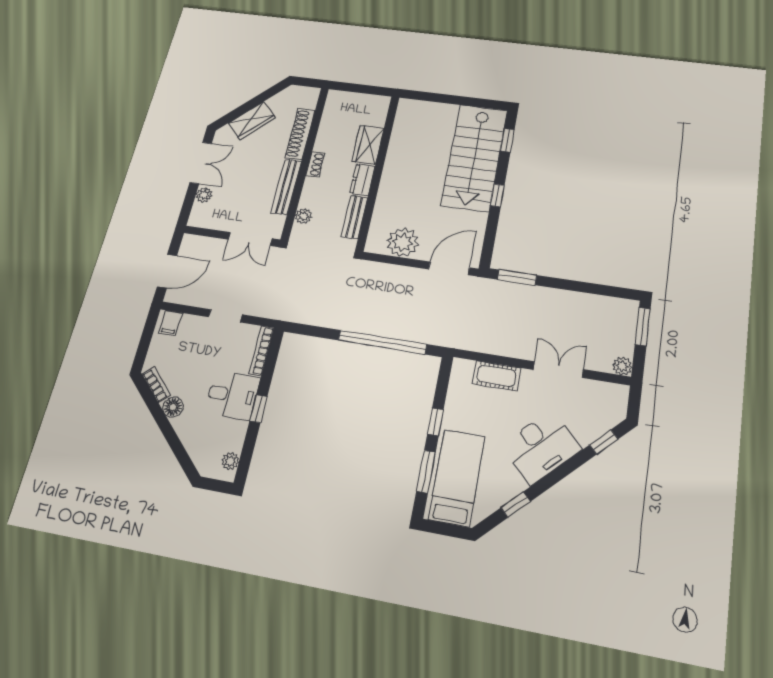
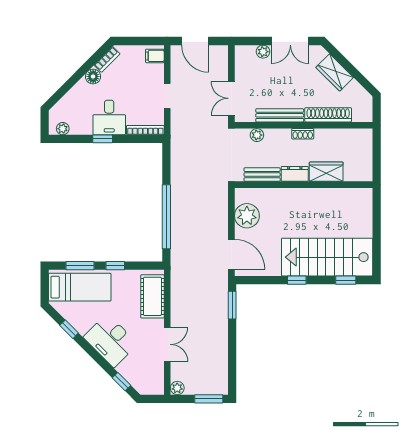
cot: (496, 376) -> (152, 296), width x1.37, depth x1.34

